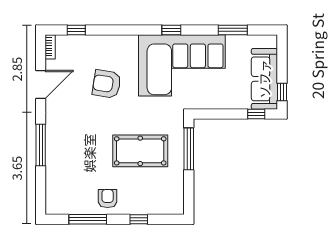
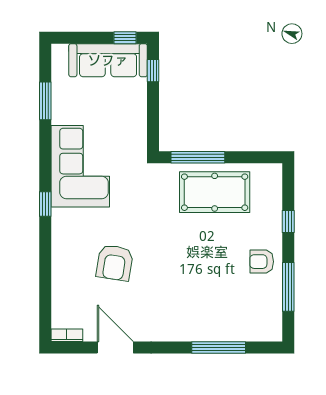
window: (76, 30) -> (45, 302), removed
window: (171, 30) -> (45, 204), moved
corner sofa: (182, 65) -> (80, 166), width x0.73, depth x0.74
window: (41, 145) -> (219, 347), moved
pool table: (140, 151) -> (215, 192), moved, turned 90

